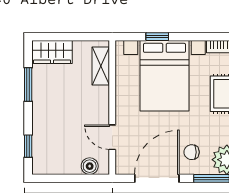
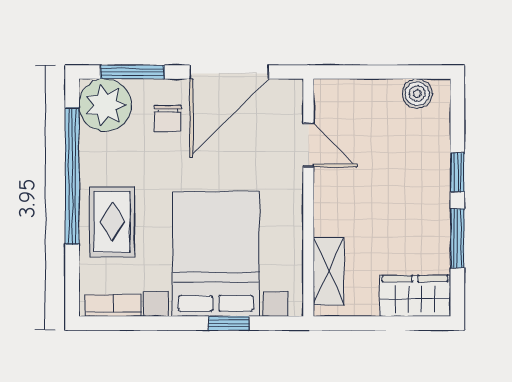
window: (28, 146) -> (457, 172), moved
chair: (192, 152) -> (168, 118), turned 90
boiler: (90, 166) -> (417, 94), moved

